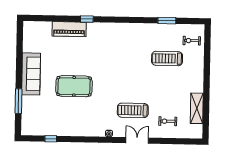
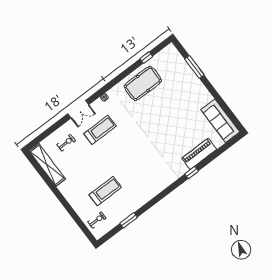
sofa: (31, 74) -> (220, 121), moved
pool table: (74, 86) -> (143, 83), moved
shelving: (197, 108) -> (47, 165), width x1.47

